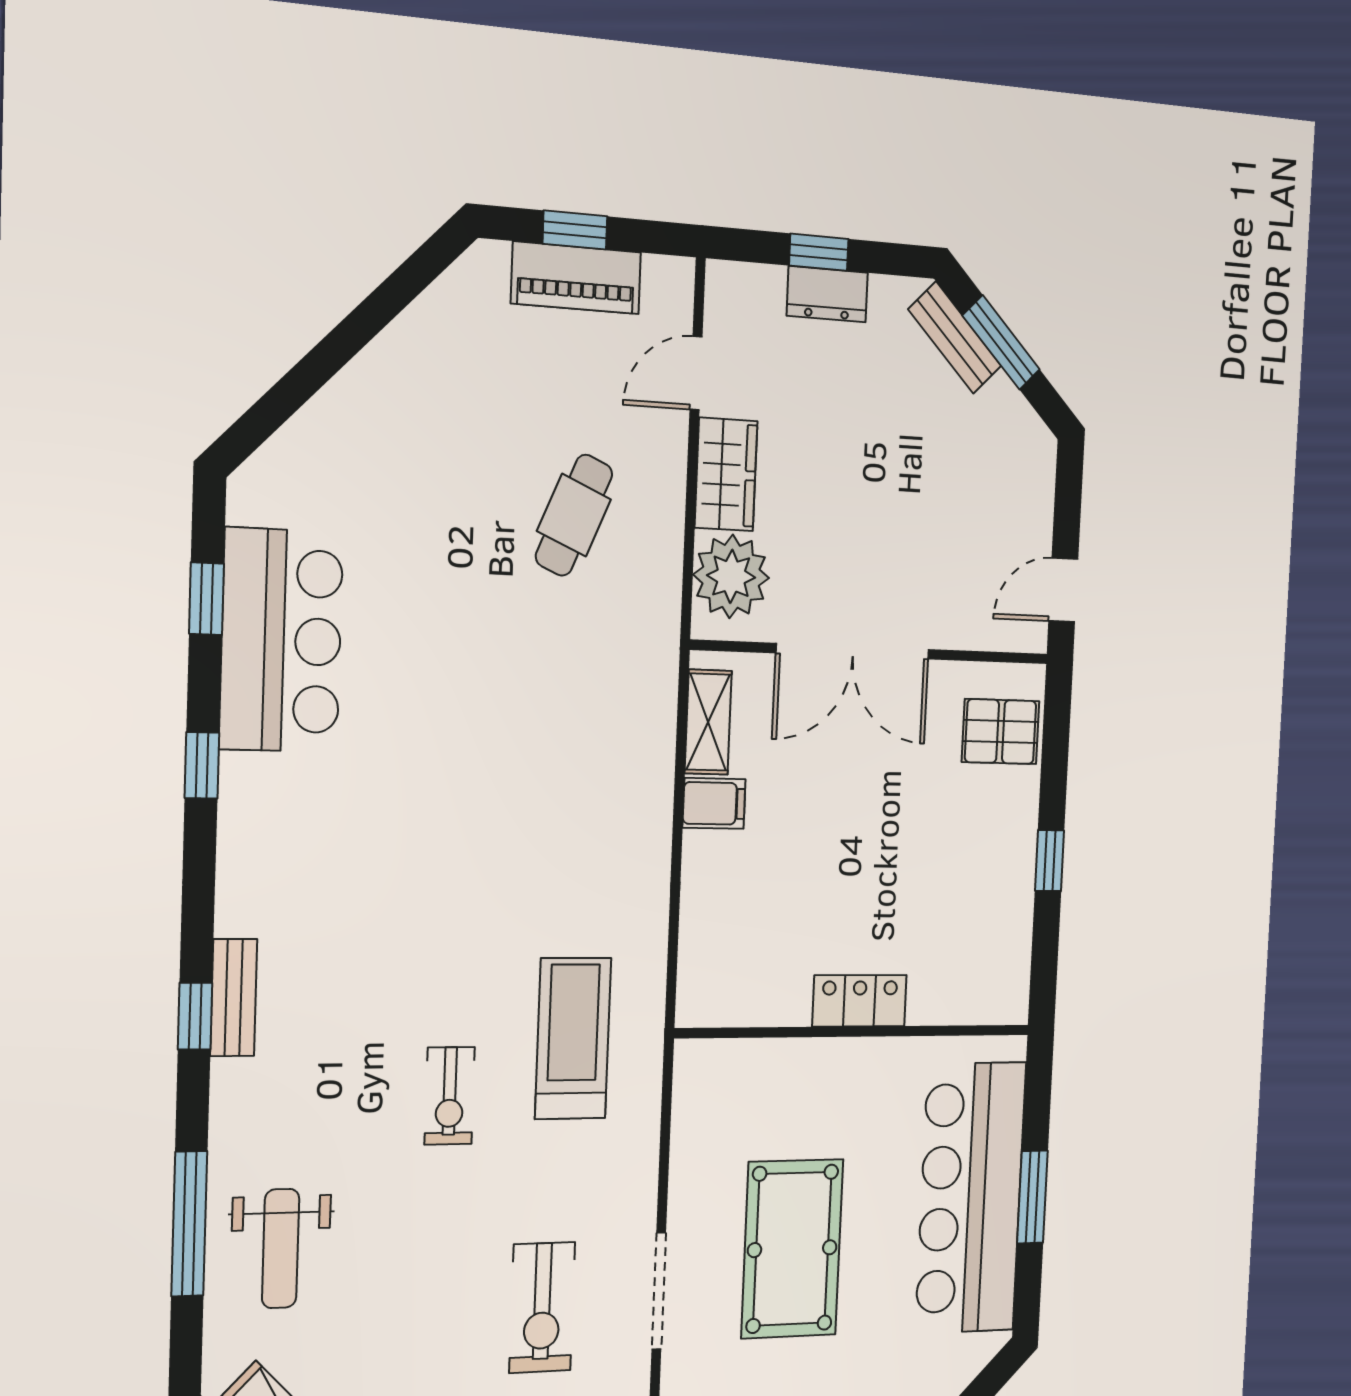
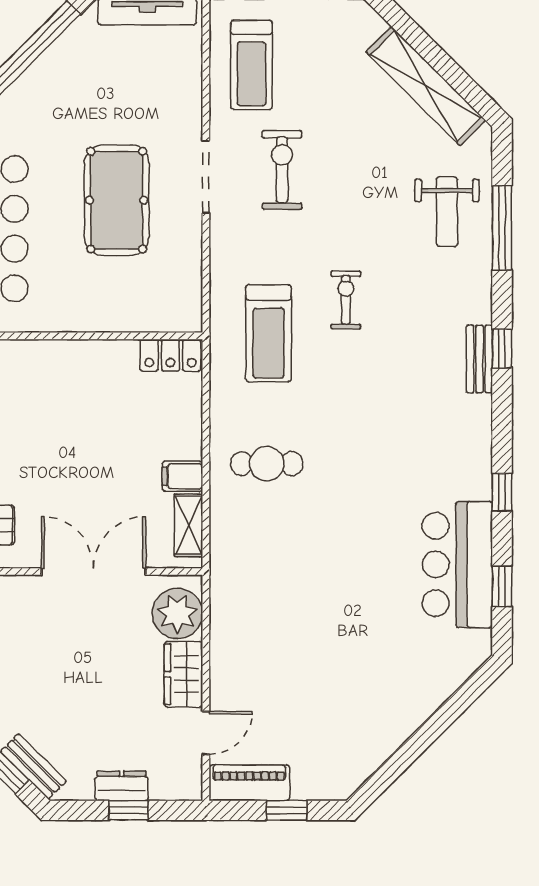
piano: (576, 278) -> (249, 783), moved
cafe table: (574, 515) -> (267, 464), moved, turned 67
locker: (860, 1001) -> (170, 355), moved
weight bench: (281, 1249) -> (447, 212), turned 180

